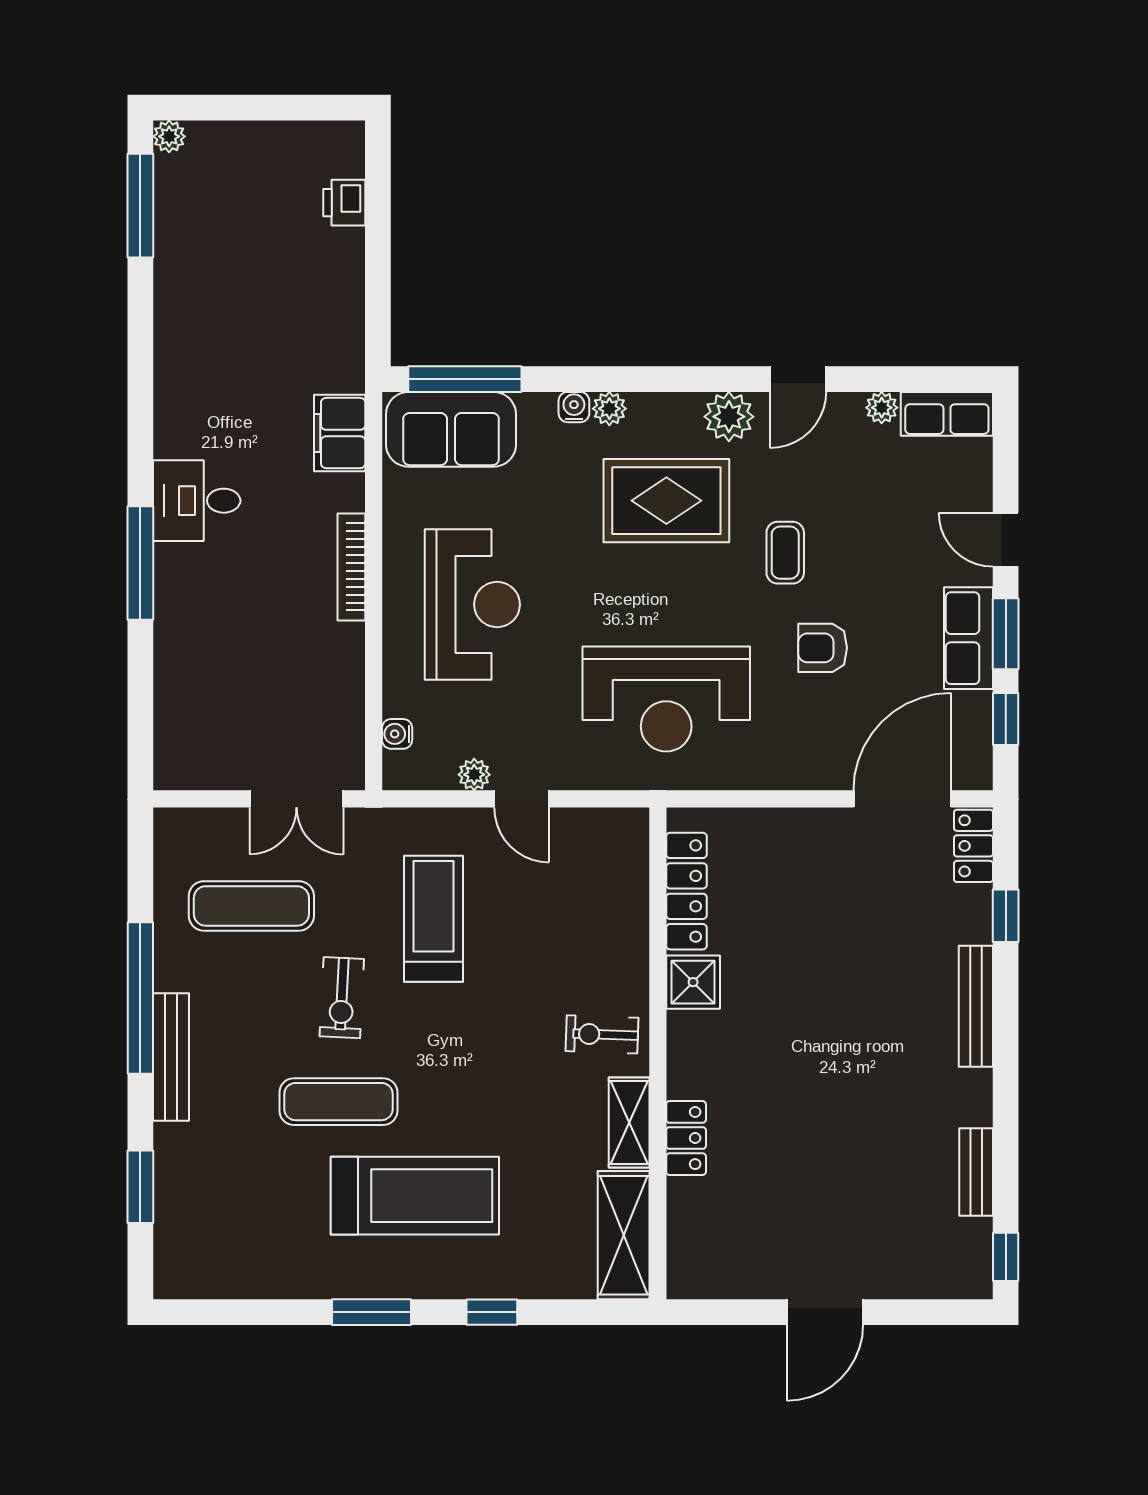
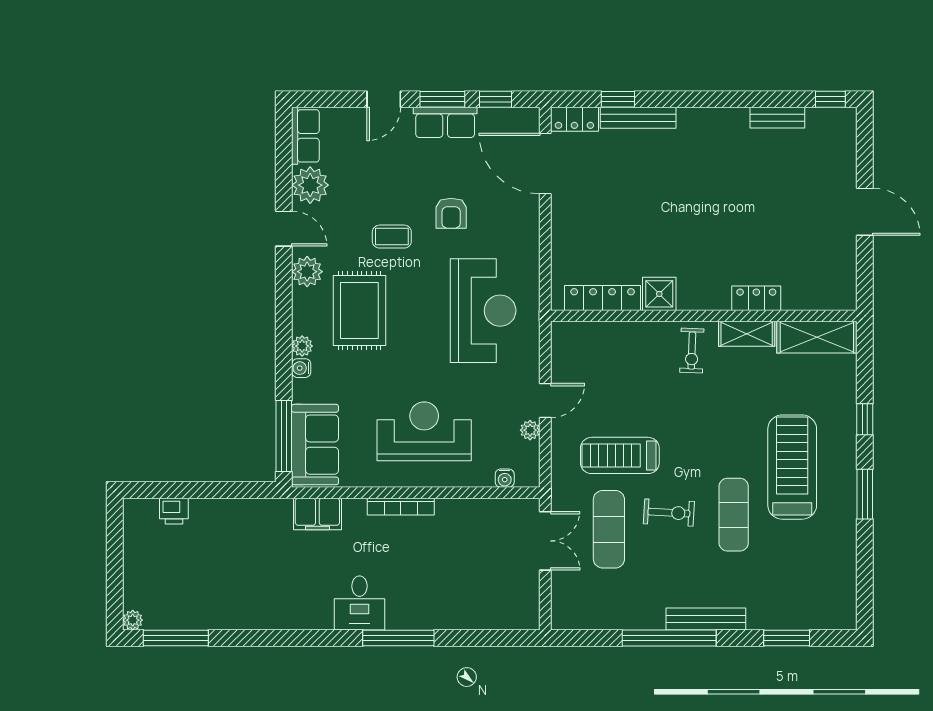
plant: (882, 408) -> (310, 185), width x1.88, depth x1.88
exercise mat: (251, 906) -> (609, 529), moved
bench: (976, 1006) -> (638, 118), moved

